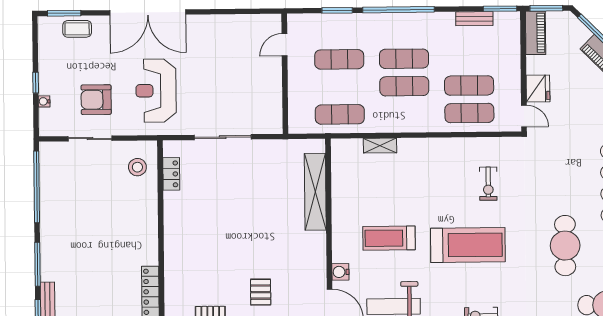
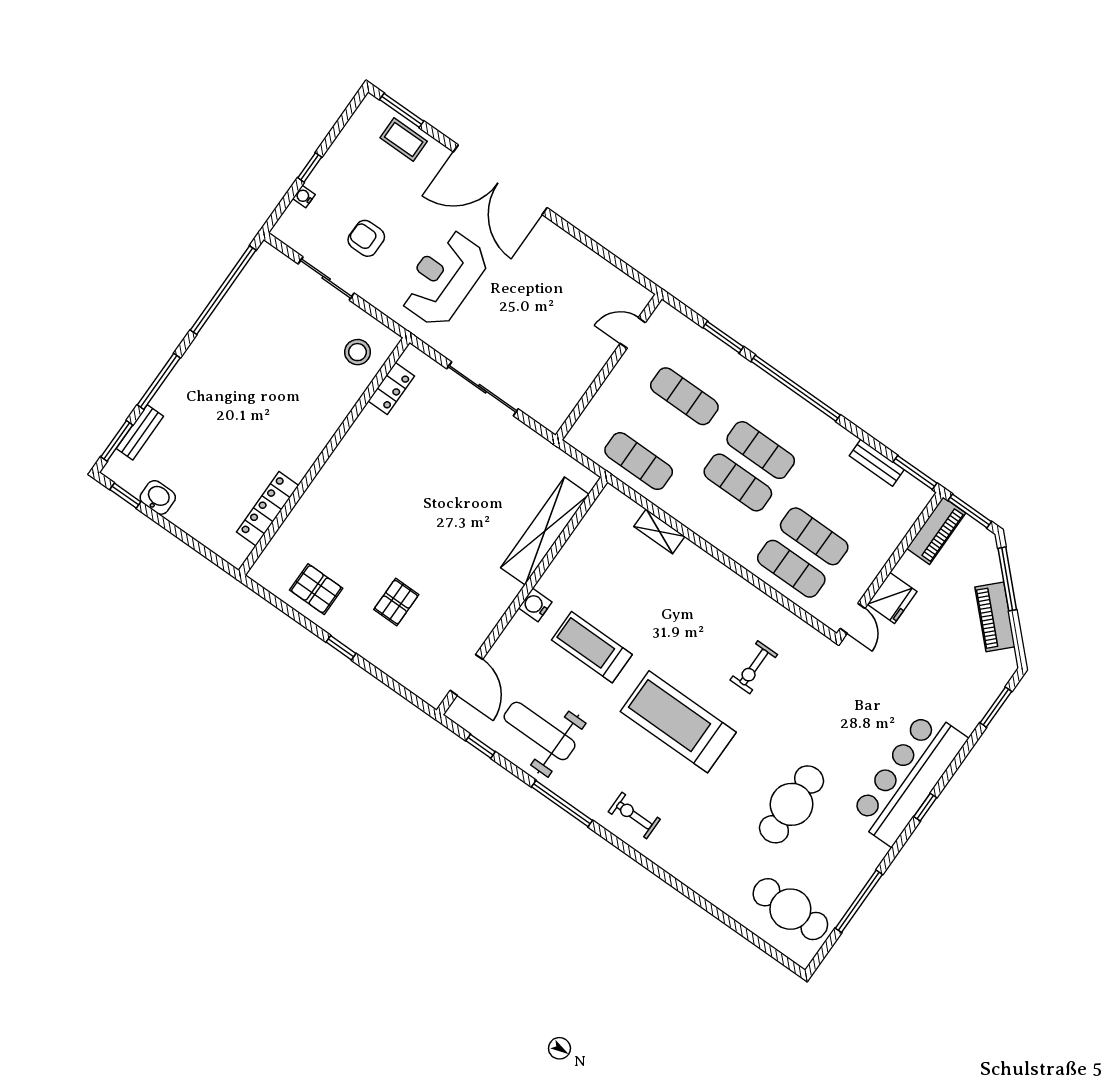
armchair: (96, 100) -> (366, 238), width x0.72, depth x0.72
treadmill: (468, 245) -> (678, 722), turned 180
water cooler: (340, 272) -> (535, 605), moved

